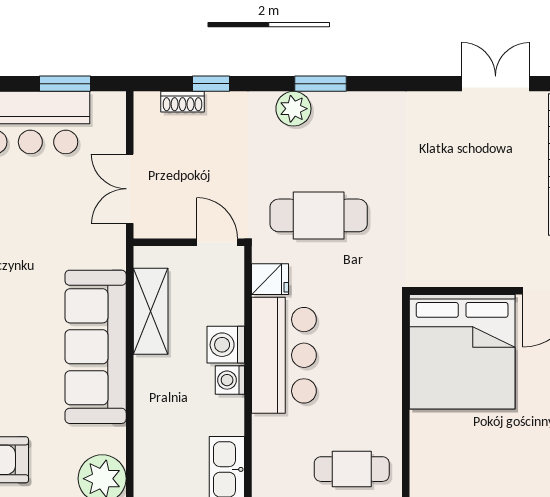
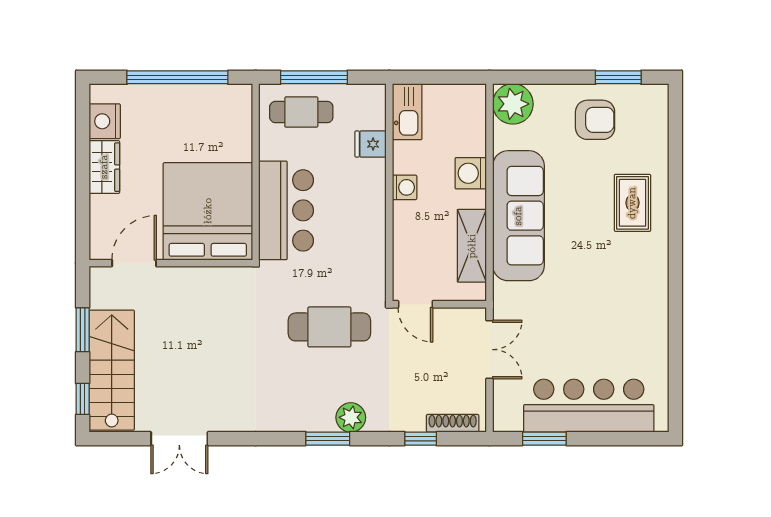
shoe rack: (183, 102) -> (453, 423), width x1.43
fridge: (270, 279) -> (371, 144), moved
washing machine: (226, 345) -> (471, 173), moved, turned 180
bar counter: (284, 355) -> (286, 210), moved, turned 180

